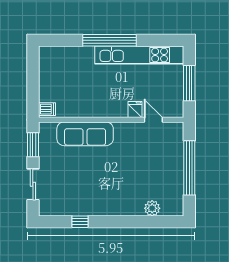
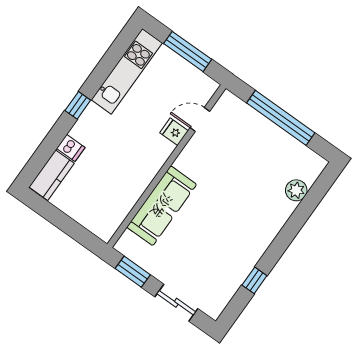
window: (110, 40) -> (78, 105), width x0.32
kitchen counter: (56, 54) -> (52, 175), added
kitchen unit: (139, 55) -> (127, 71), width x0.73
dishwasher: (47, 109) -> (71, 148), moved, turned 90

